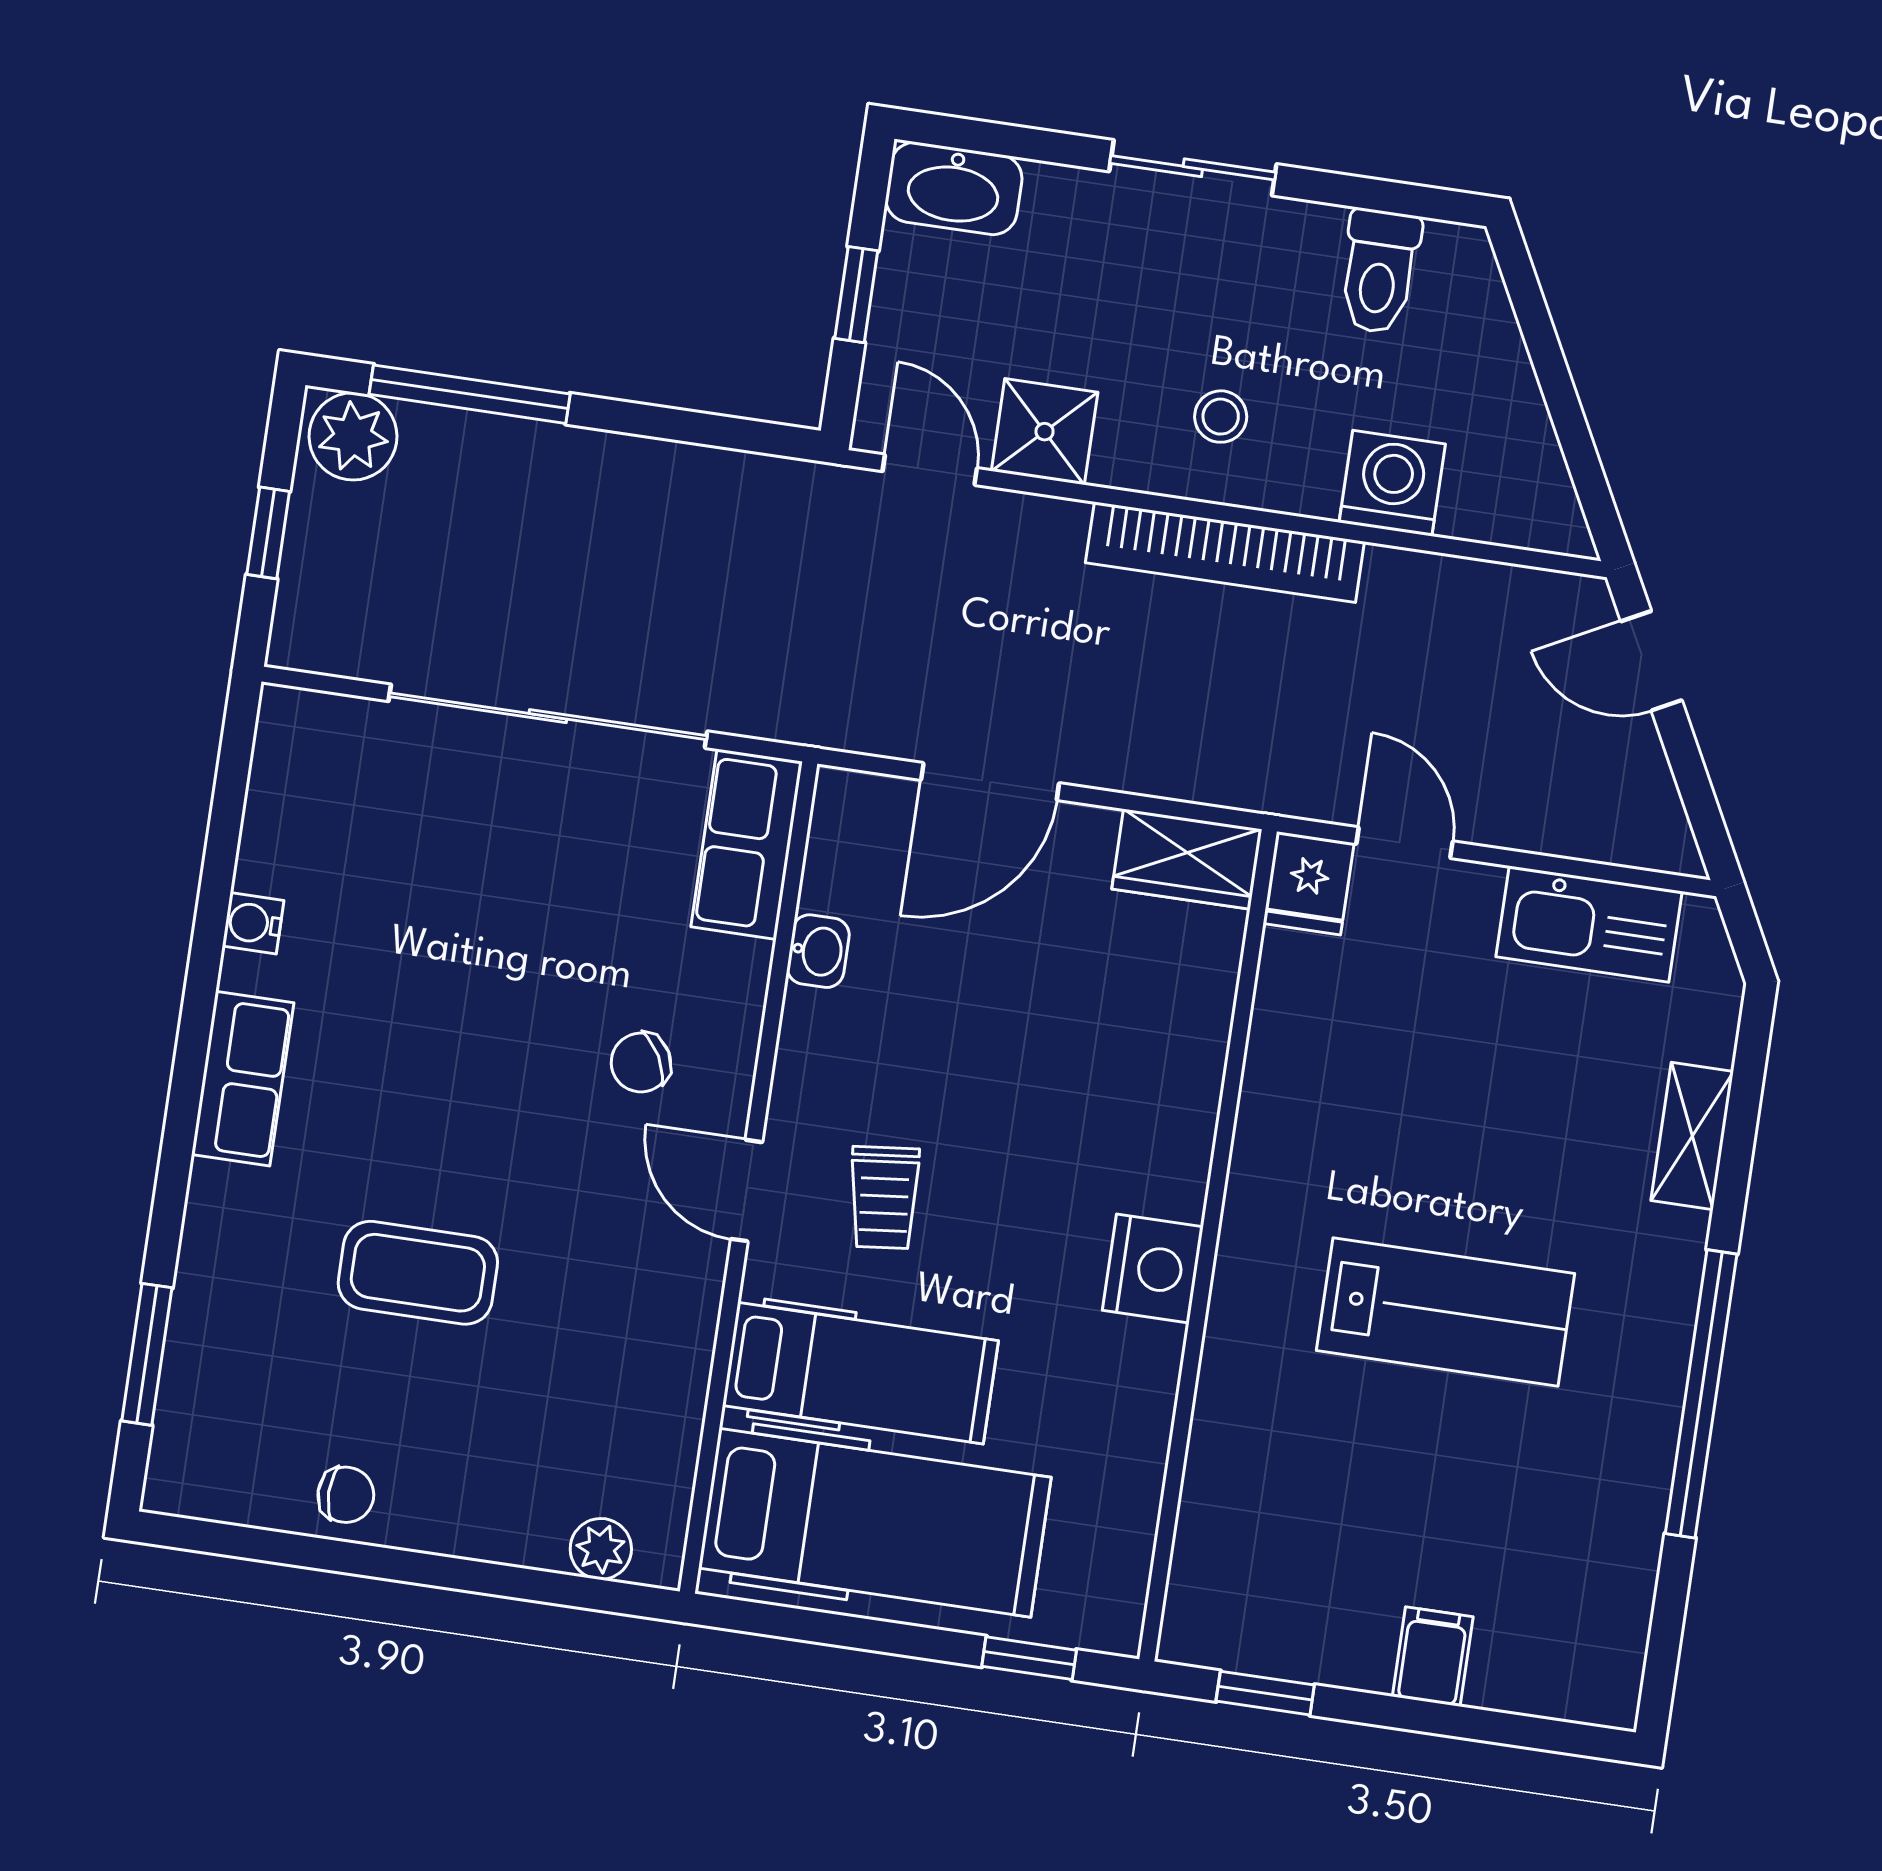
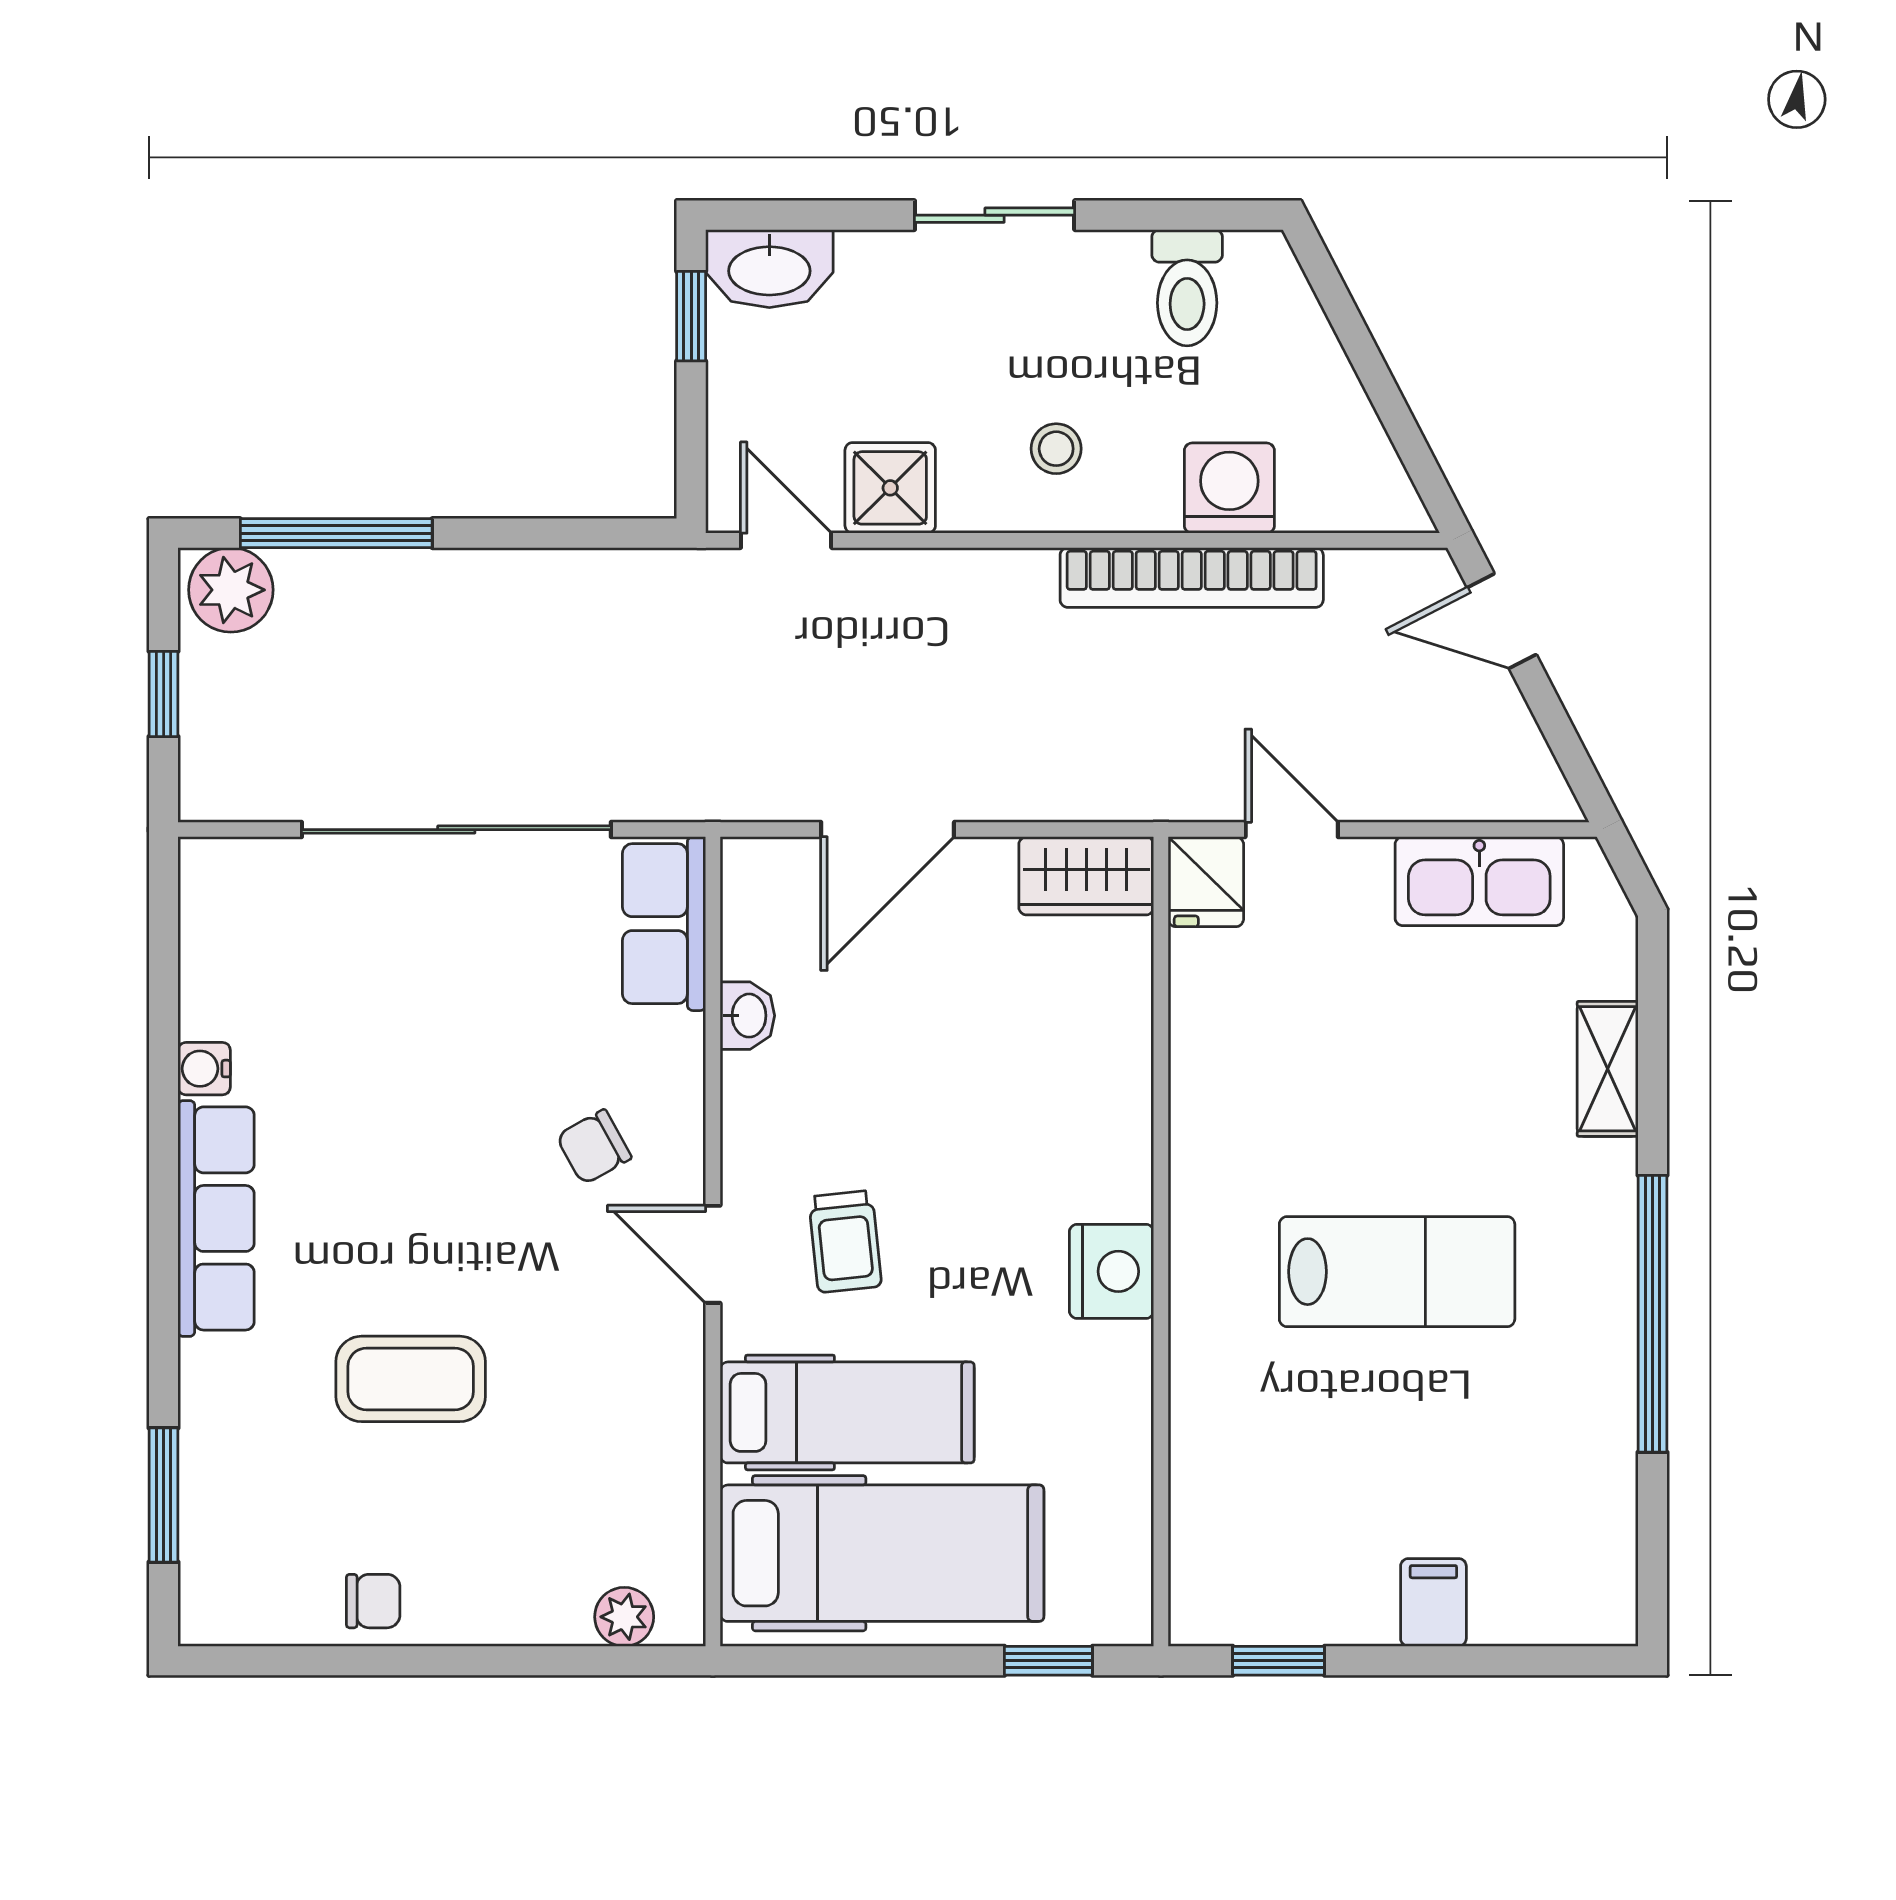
window: (856, 295) -> (691, 316), moved
bookcase: (1225, 552) -> (1192, 578), moved
row of seats: (243, 1079) -> (216, 1218), width x1.48

